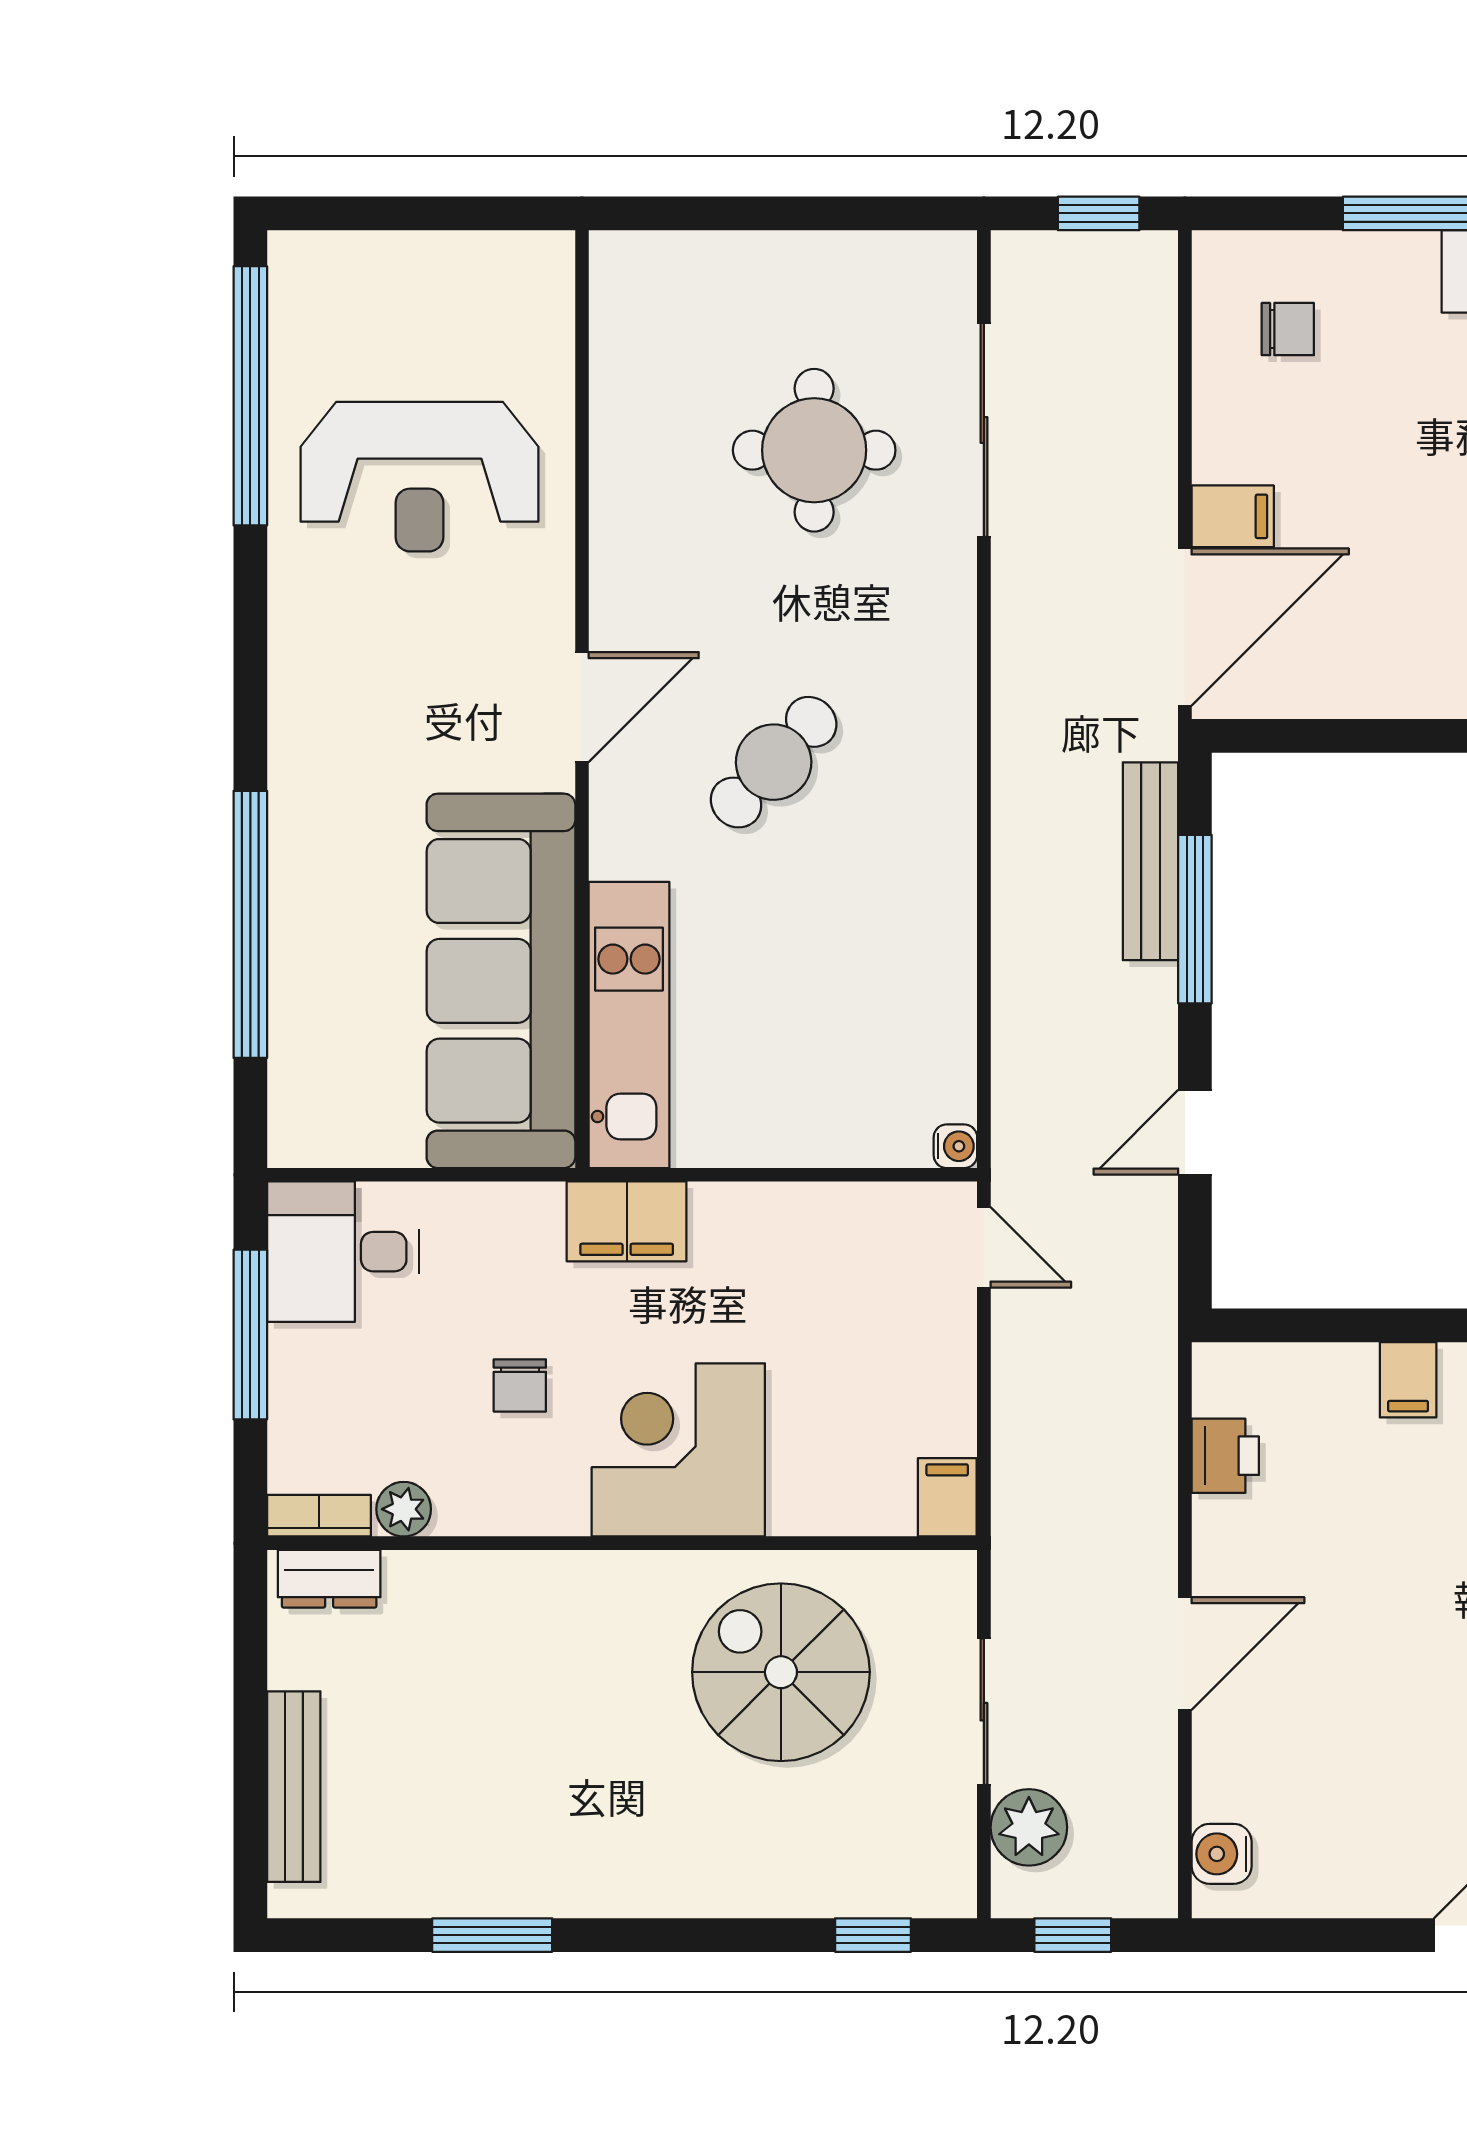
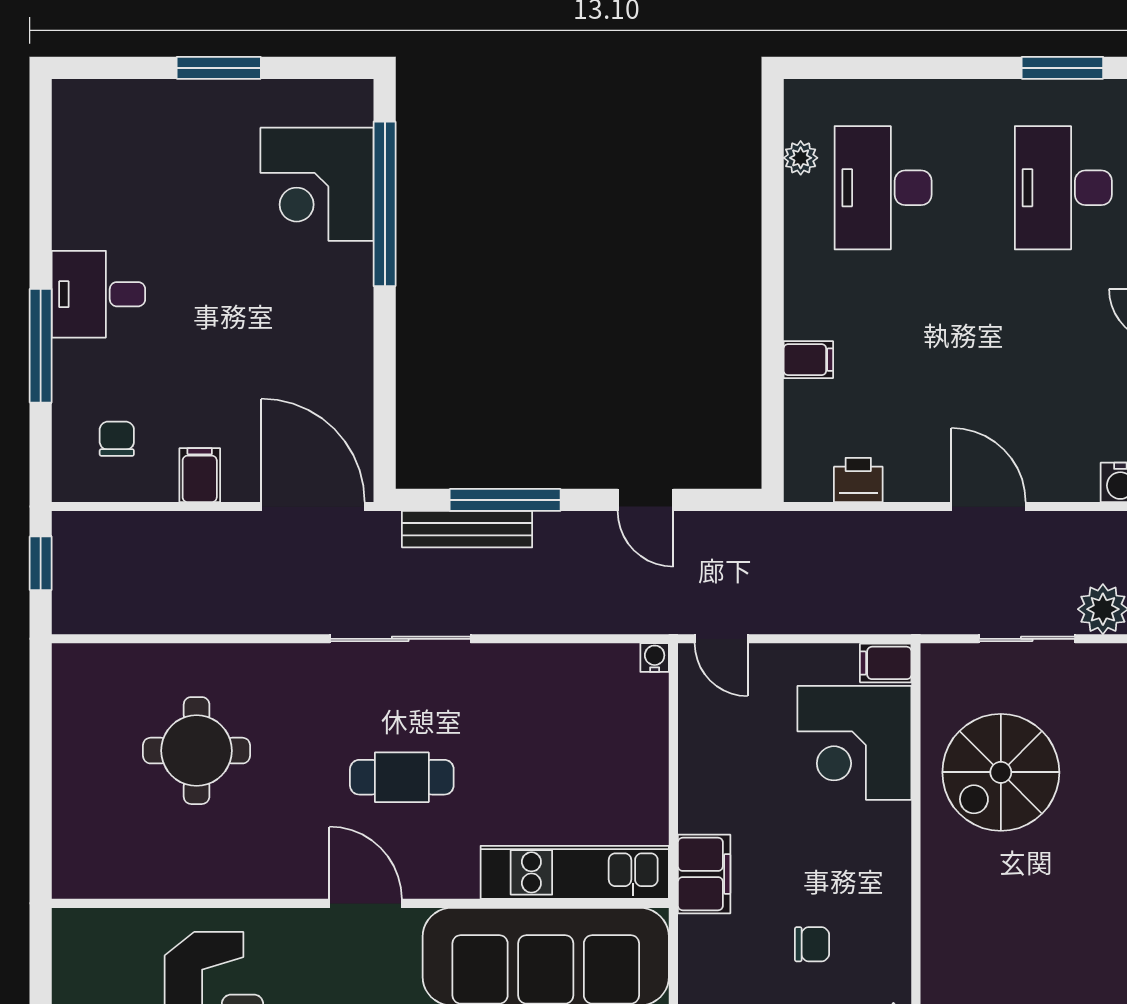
sliding door: (984, 430) -> (400, 639), moved
filing cabinet: (1233, 516) -> (200, 475), moved
cafe table: (774, 762) -> (402, 777), turned -43
door: (984, 1247) -> (721, 639), swing flipped
corner desk: (678, 1450) -> (854, 743), moved

